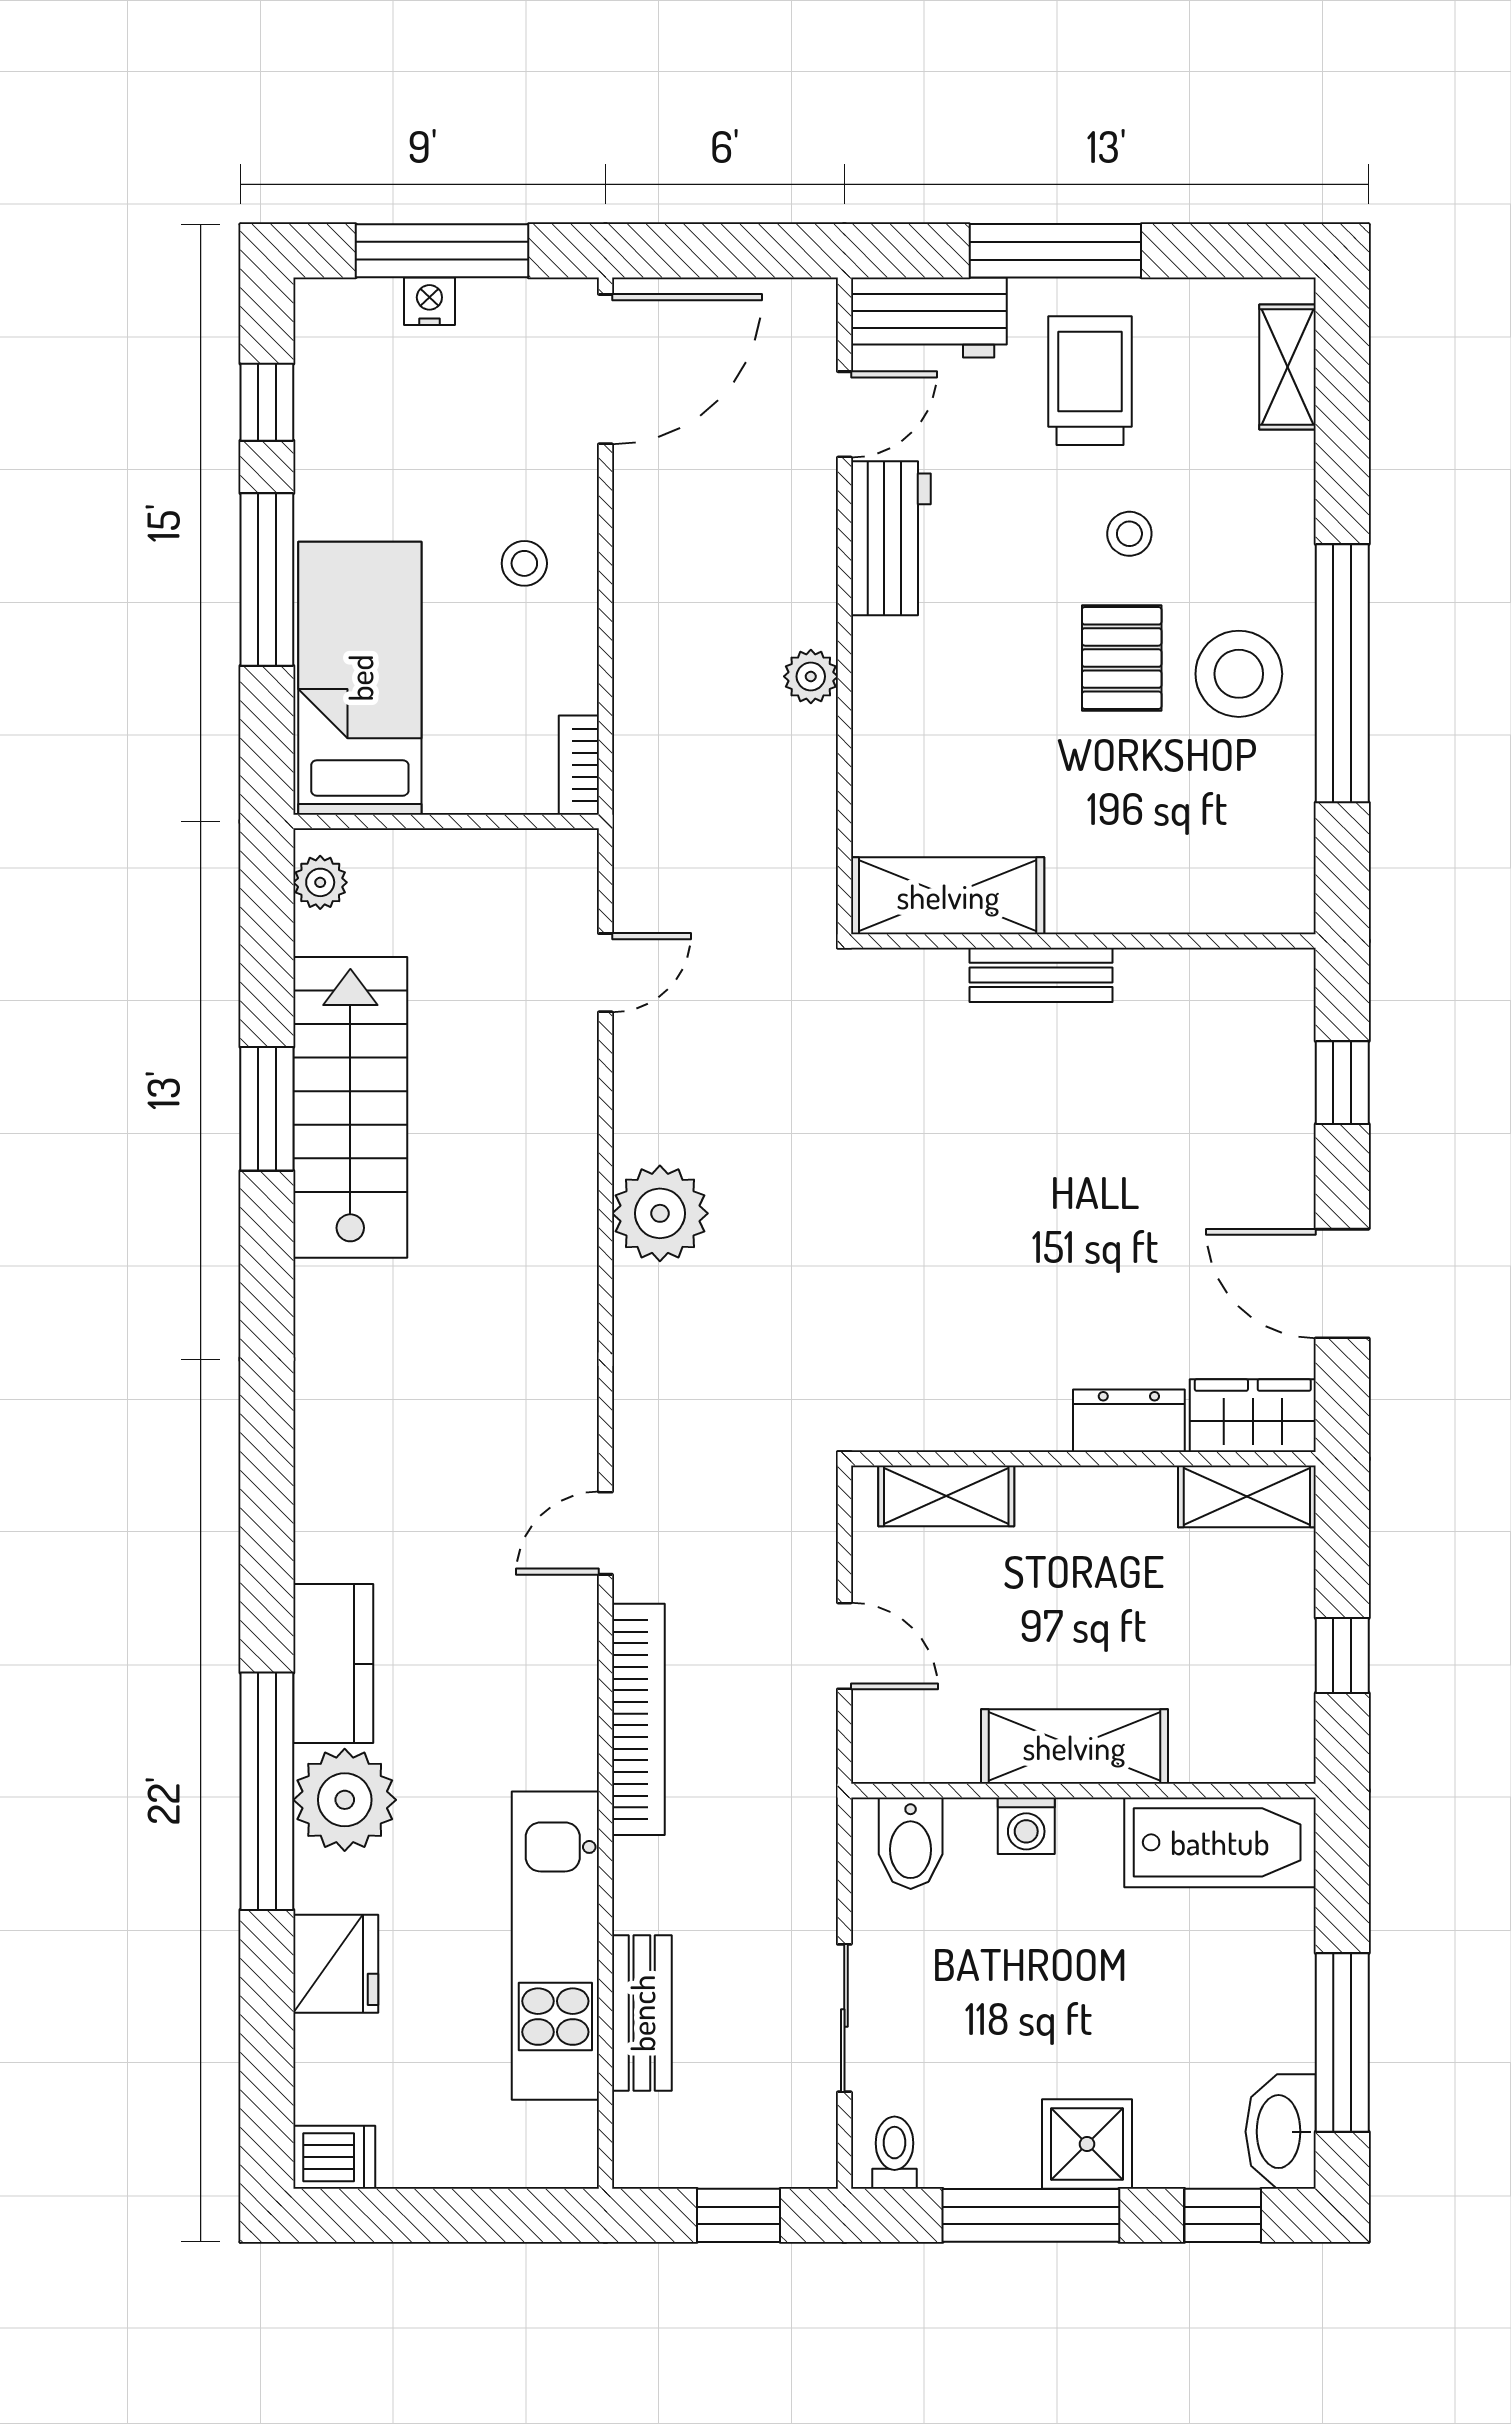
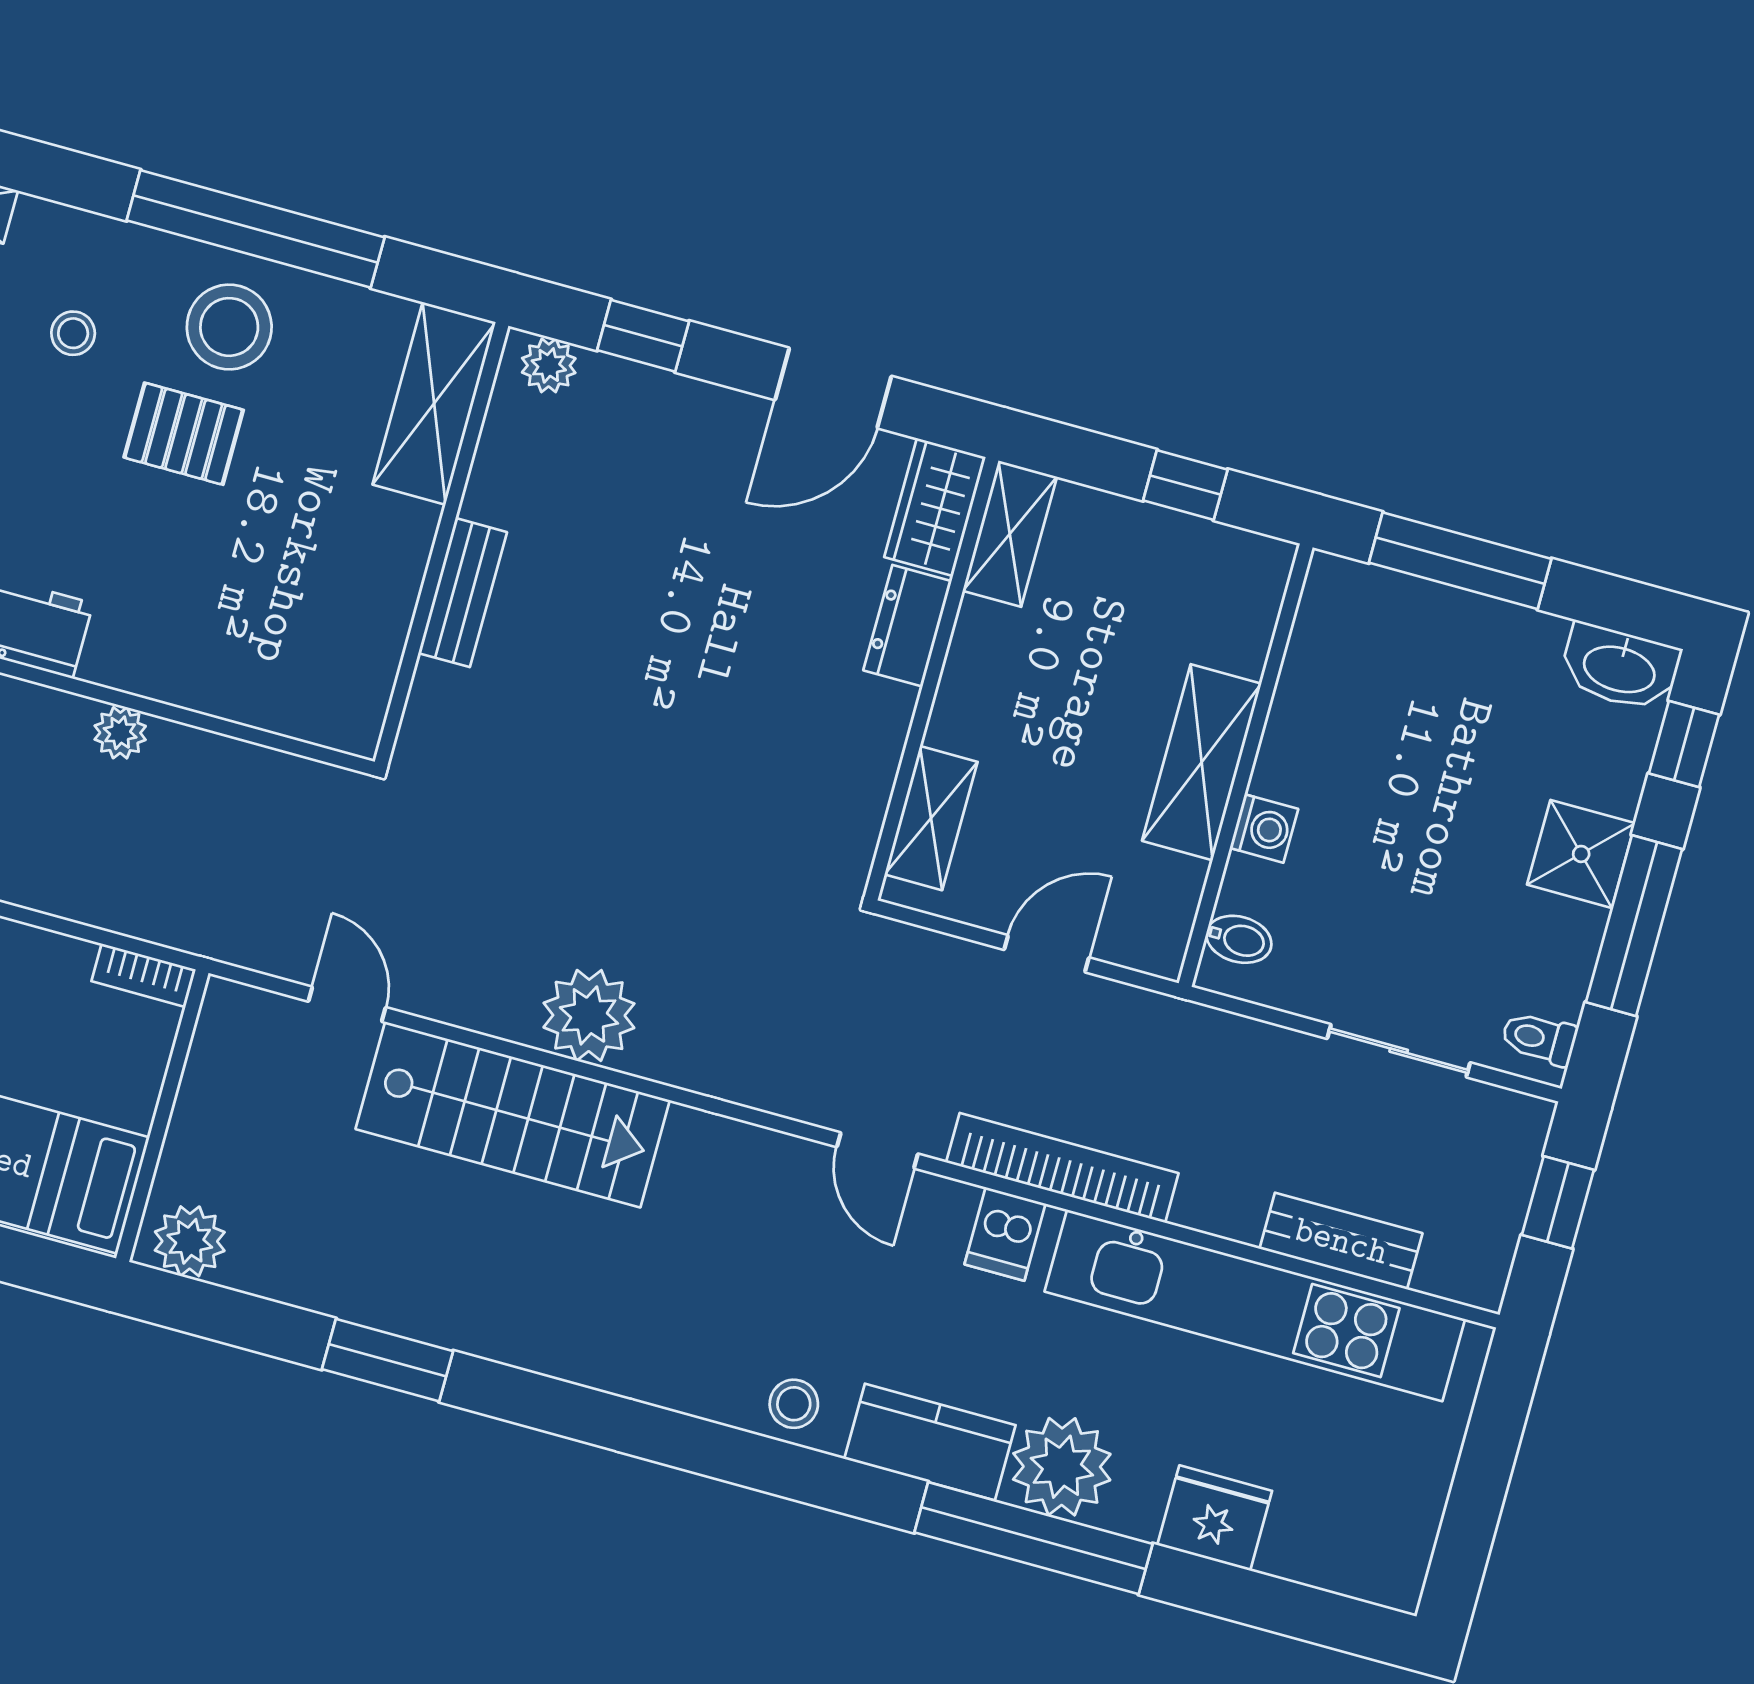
stool: (1129, 534) -> (73, 333), moved
plant: (320, 882) -> (190, 1241), width x1.38, depth x1.38
shelving: (948, 896) -> (434, 403), moved
plant: (1287, 998) -> (549, 365), added
stairs: (350, 1107) -> (513, 1115), moved, turned 180
stool: (334, 1520) -> (794, 1404), added
bathtub: (1220, 1842) -> (1330, 649), removed
bidet: (911, 1843) -> (1239, 939), width x0.72, depth x0.74
kitchen unit: (555, 1946) -> (1255, 1305), width x1.36
window: (1342, 2042) -> (1460, 561), moved
dishwasher: (334, 2157) -> (1005, 1234), moved, turned 180

